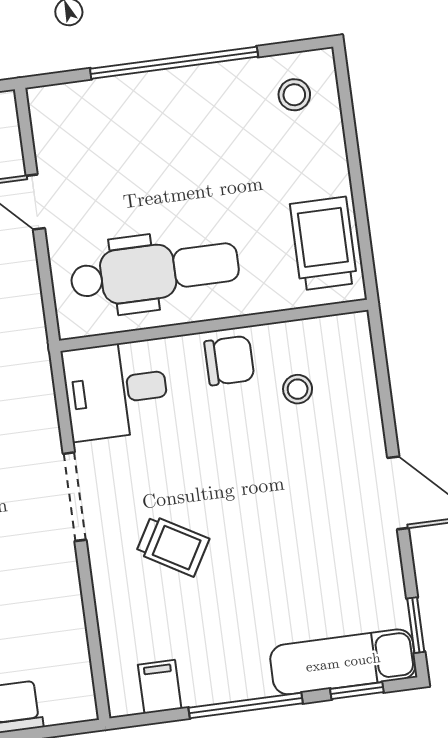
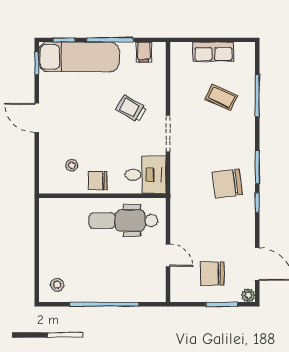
trolley: (324, 244) -> (53, 223), removed
exam couch: (343, 662) -> (79, 57), width x1.36, depth x1.45

